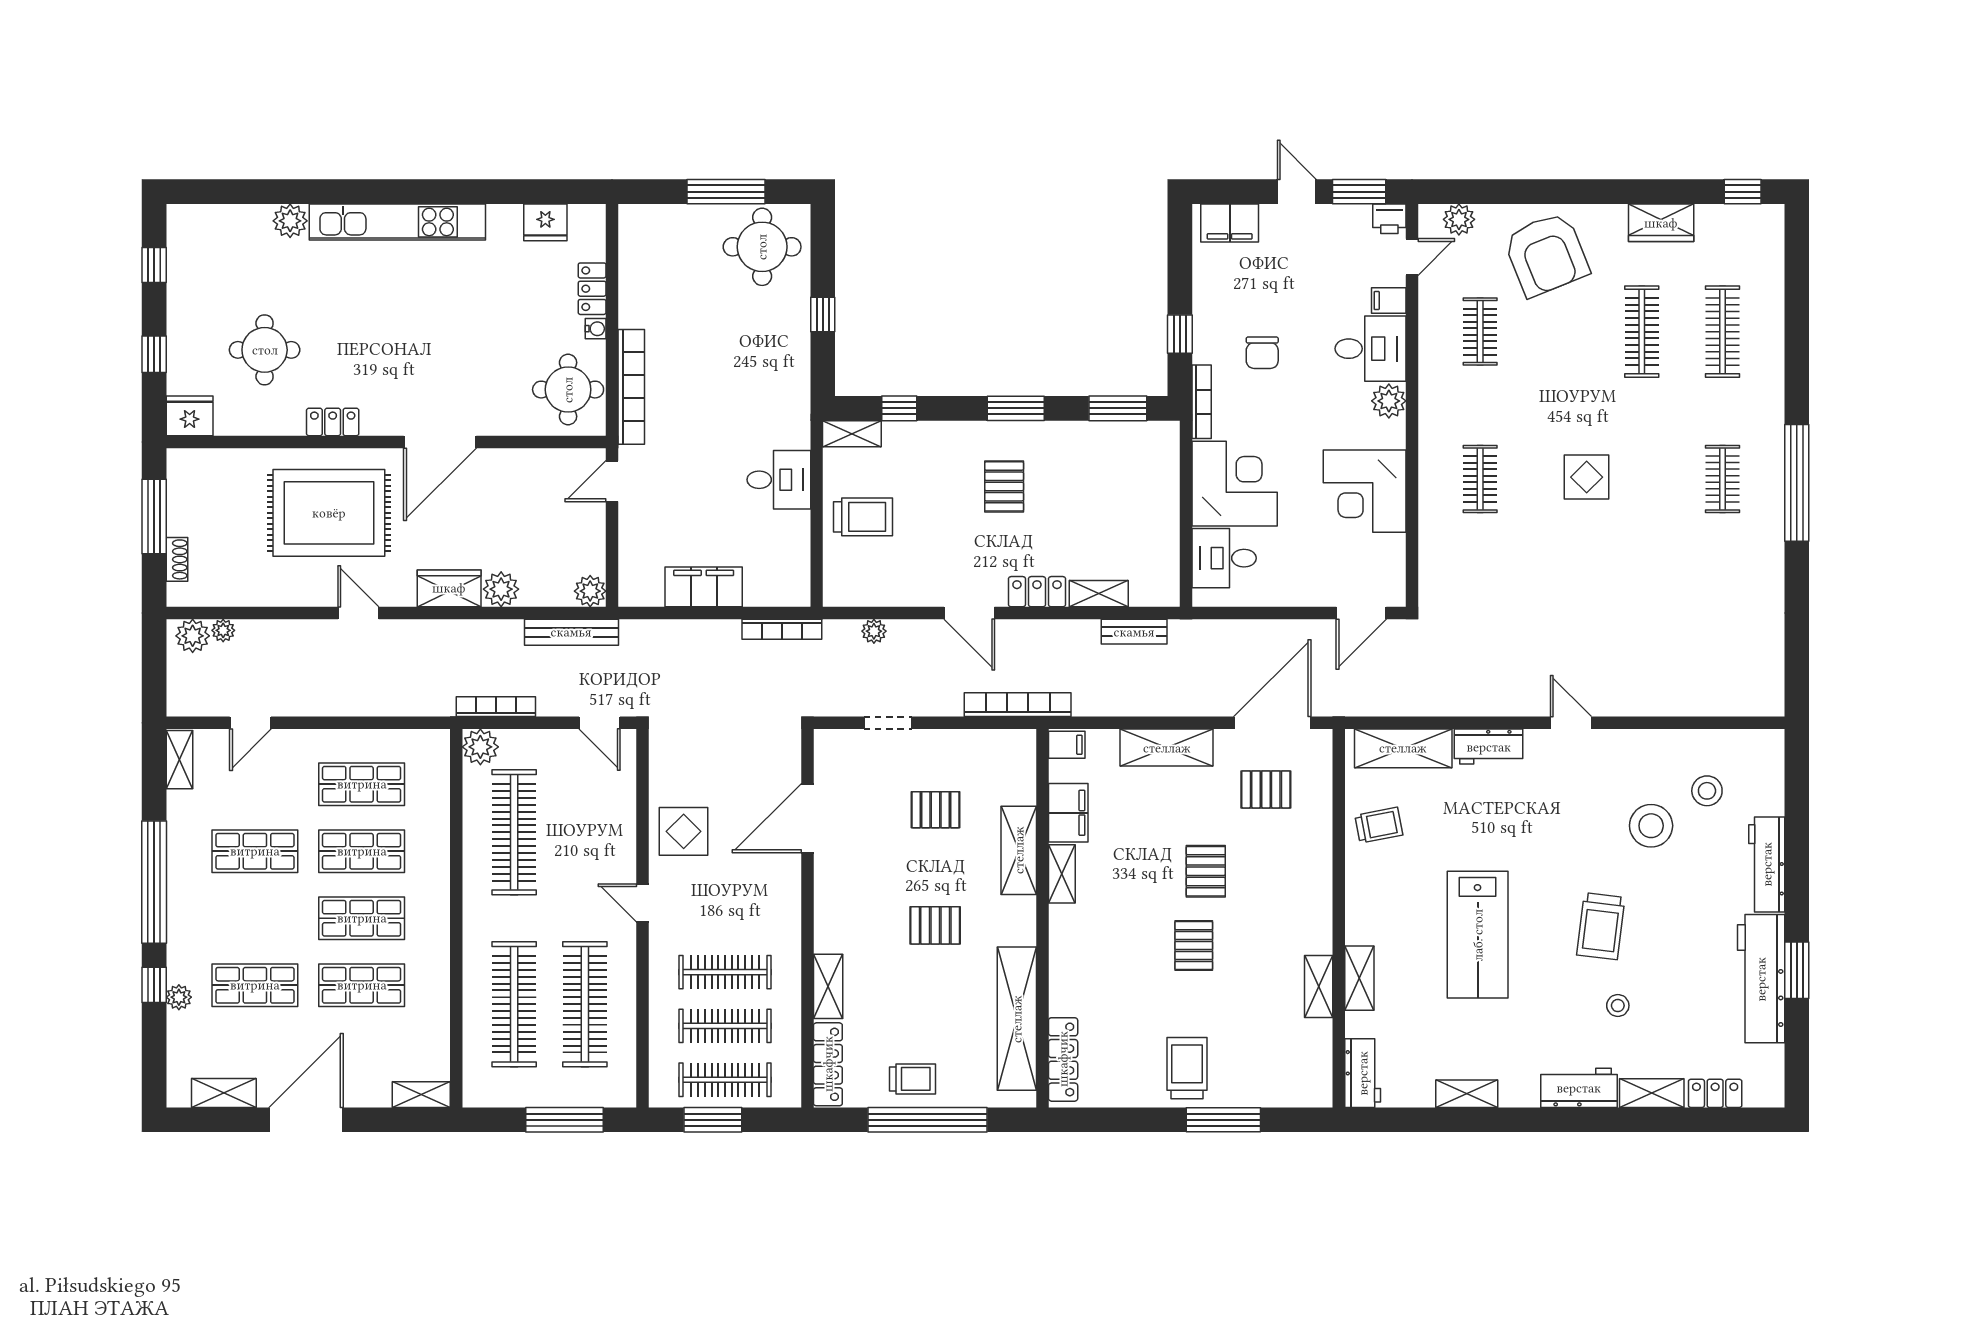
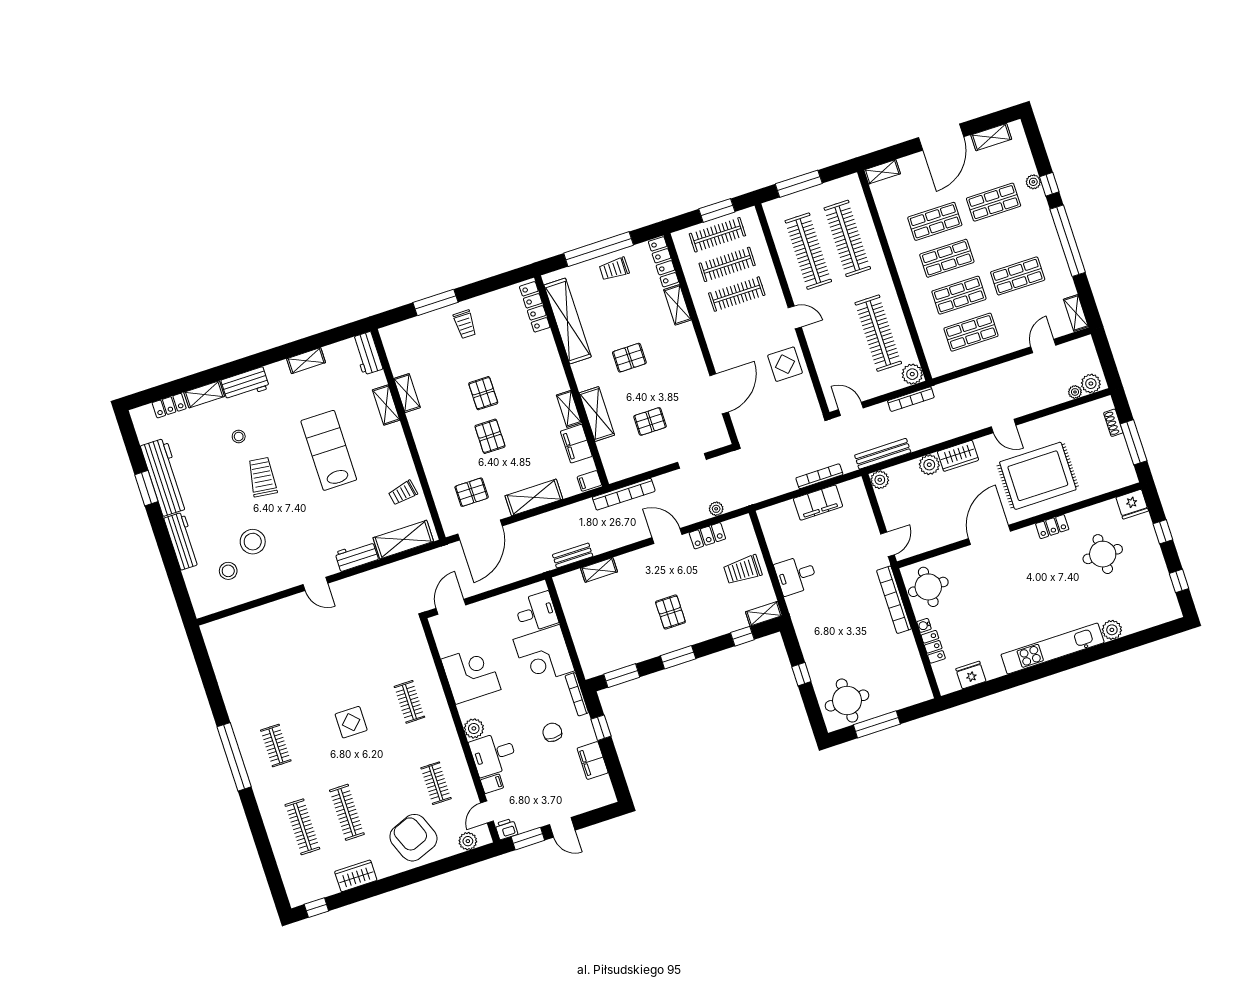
filing cabinet: (1230, 223) -> (593, 761), moved, turned -90
locker: (1037, 592) -> (707, 536), moved
bookcase: (782, 629) -> (819, 476), moved
trolley: (1187, 1068) -> (465, 324), width x0.73, depth x0.72

